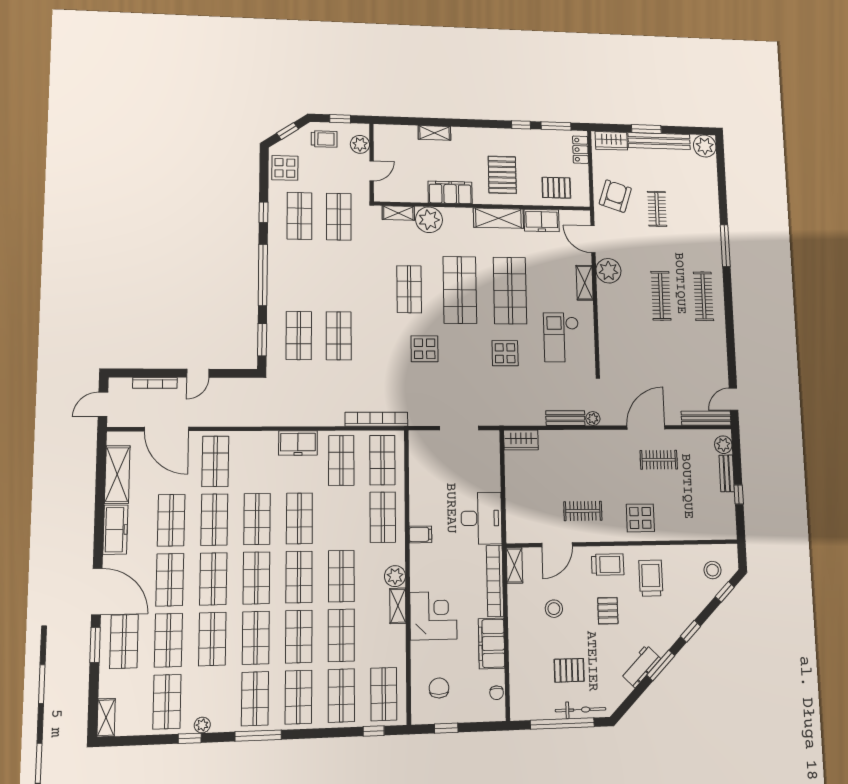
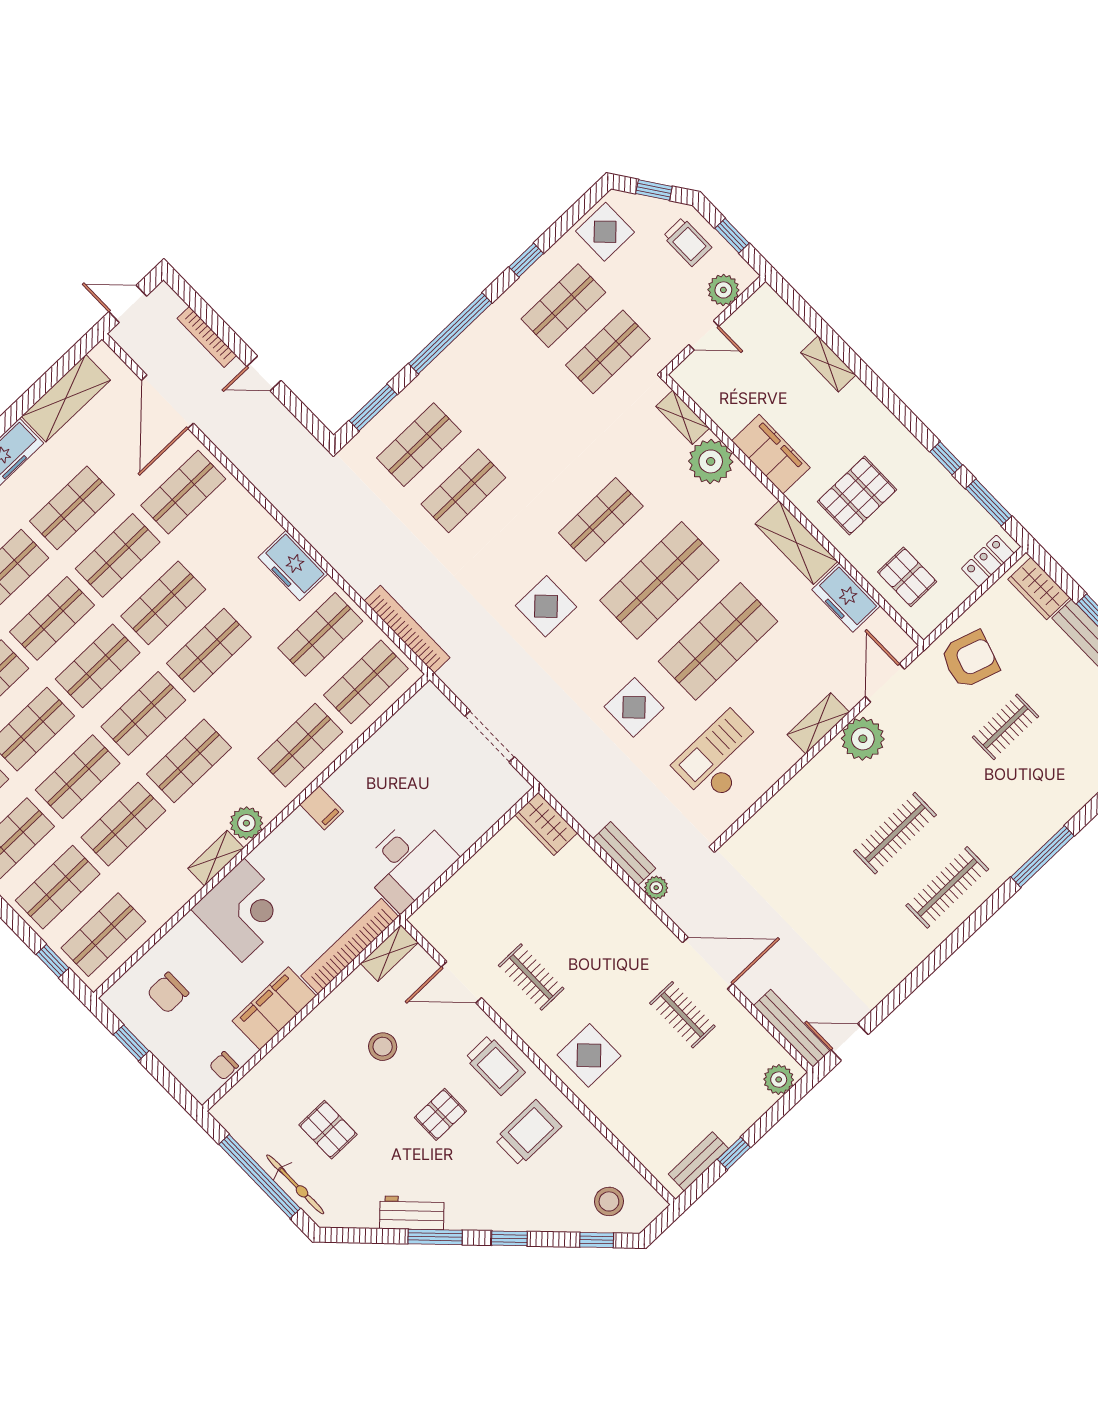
bench: (727, 473) -> (698, 1161), moved
chair: (439, 688) -> (168, 993), turned 180

